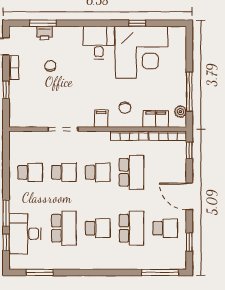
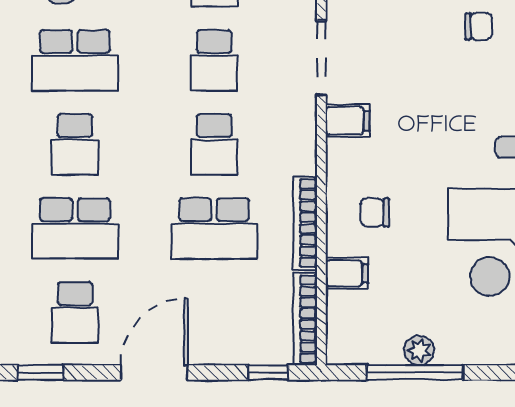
plant: (180, 112) -> (419, 350), moved
filing cabinet: (101, 119) -> (348, 121), moved
filing cabinet: (156, 119) -> (347, 273), width x0.50

